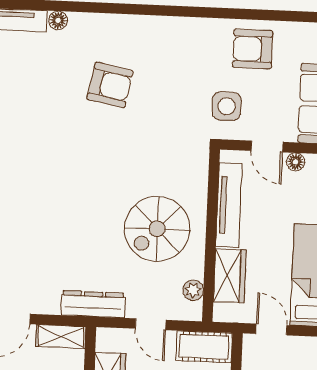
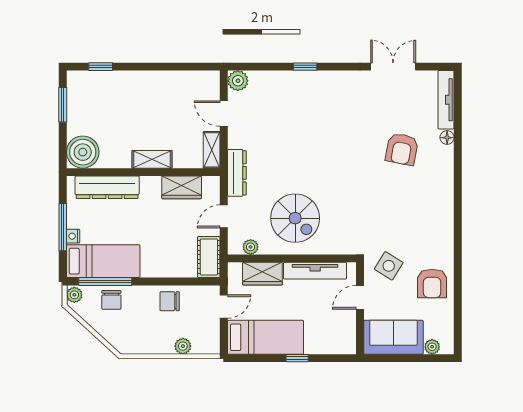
armchair: (253, 49) -> (432, 283), turned 180
armchair: (110, 85) -> (402, 149), moved
side table: (227, 106) -> (389, 266), turned 32
floor lamp: (296, 162) -> (349, 319), removed
spiral stairs: (157, 229) -> (295, 218), turned 180

